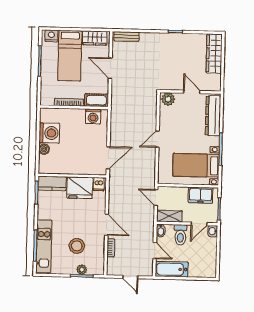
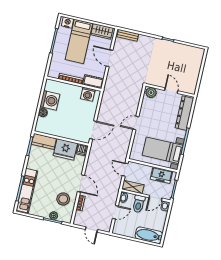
wardrobe: (214, 53) -> (196, 63), removed
stool: (77, 246) -> (63, 199), moved
door: (155, 251) -> (115, 212), hinge flipped
bathtub: (172, 269) -> (149, 235), moved

